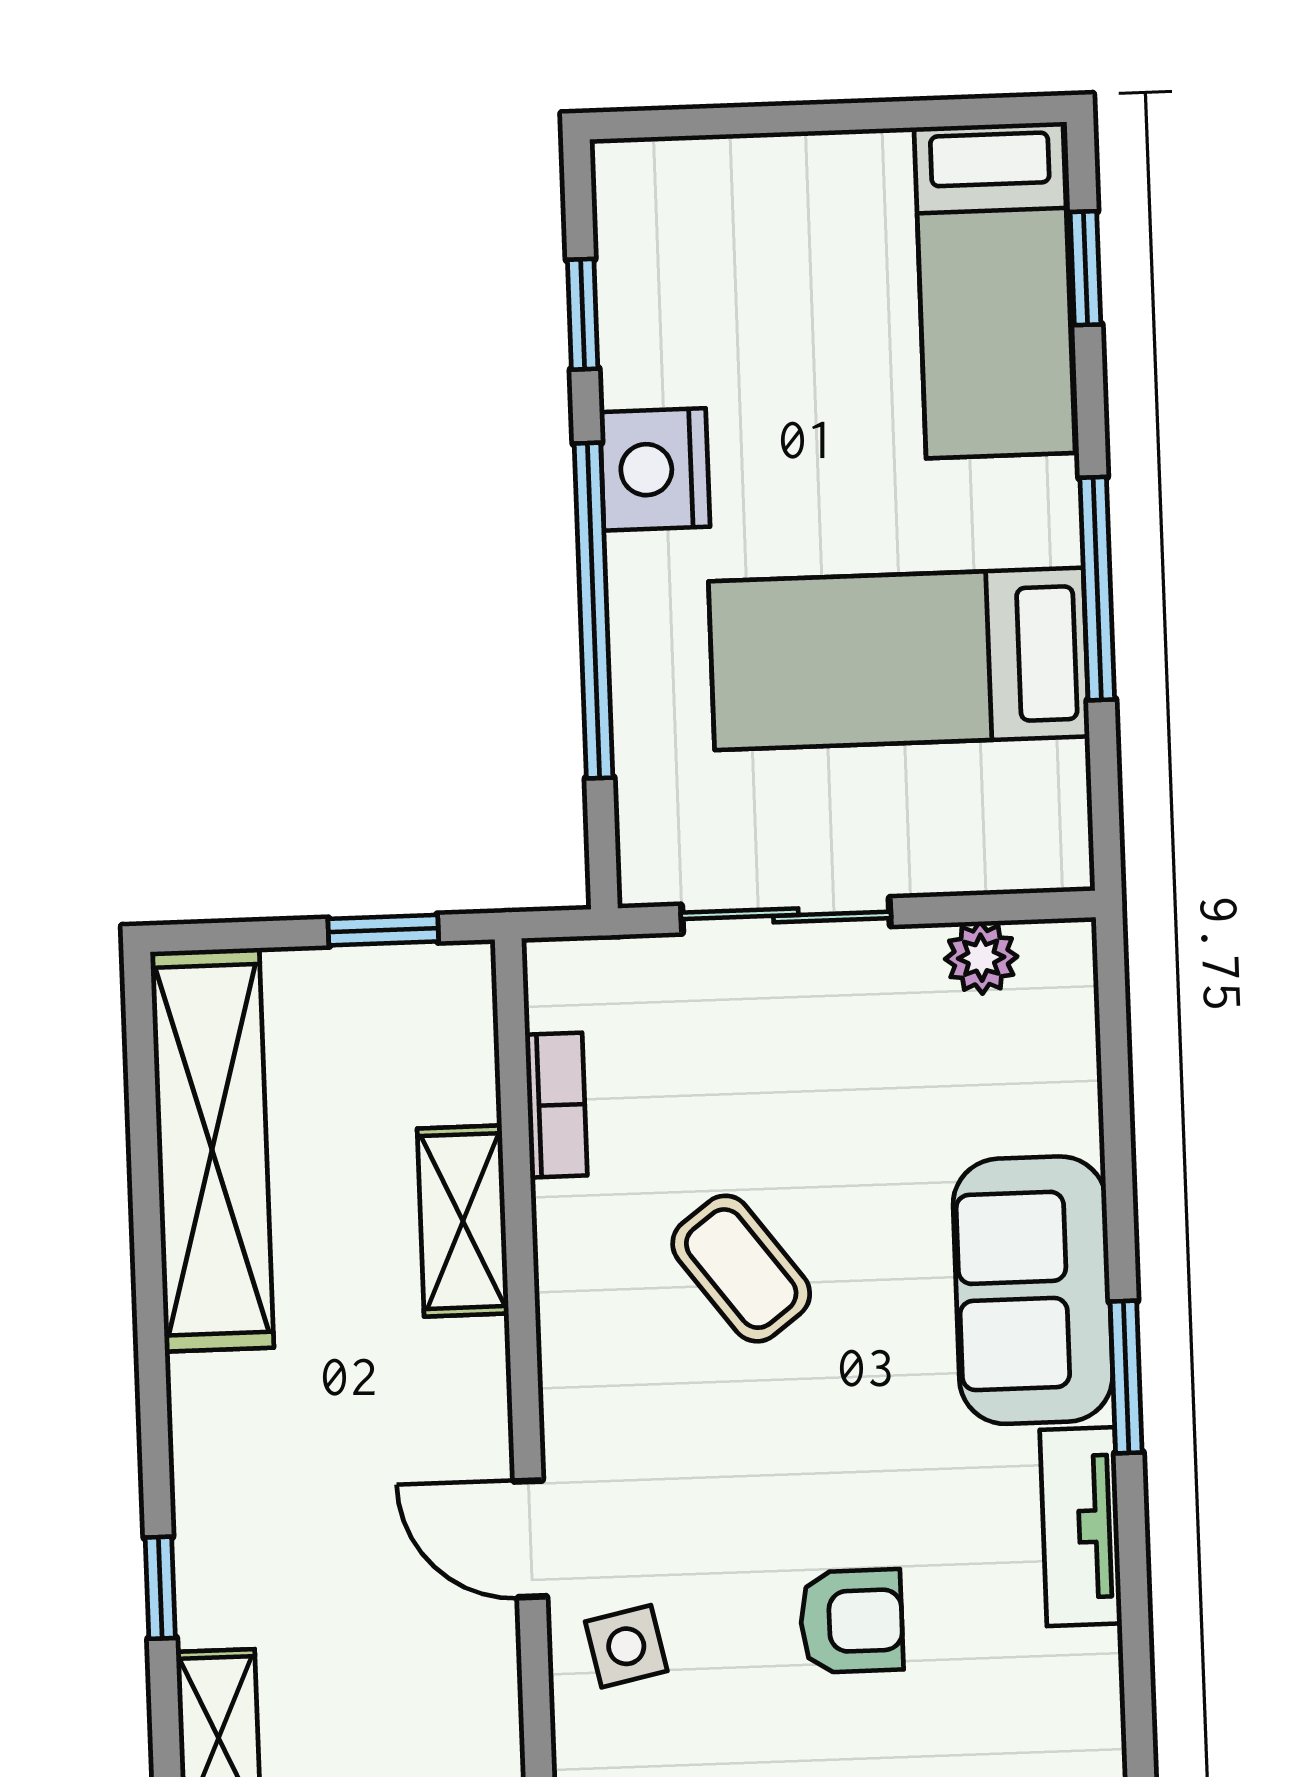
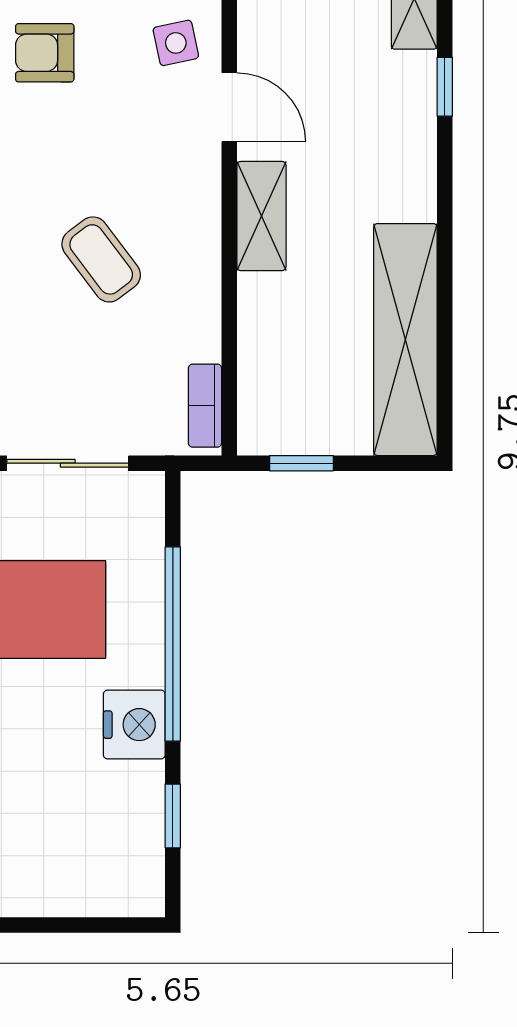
bookcase: (556, 1105) -> (205, 406), moved
shelving: (463, 1221) -> (261, 216), moved

